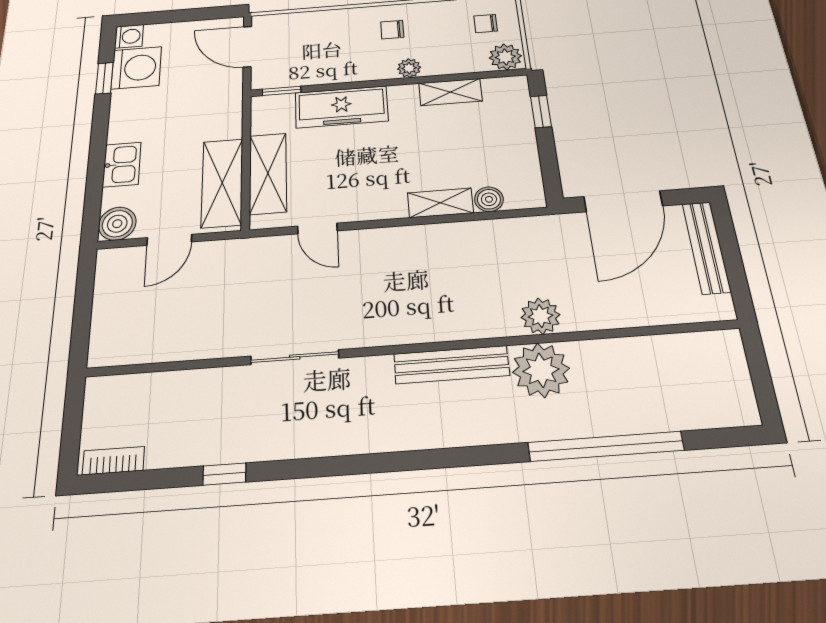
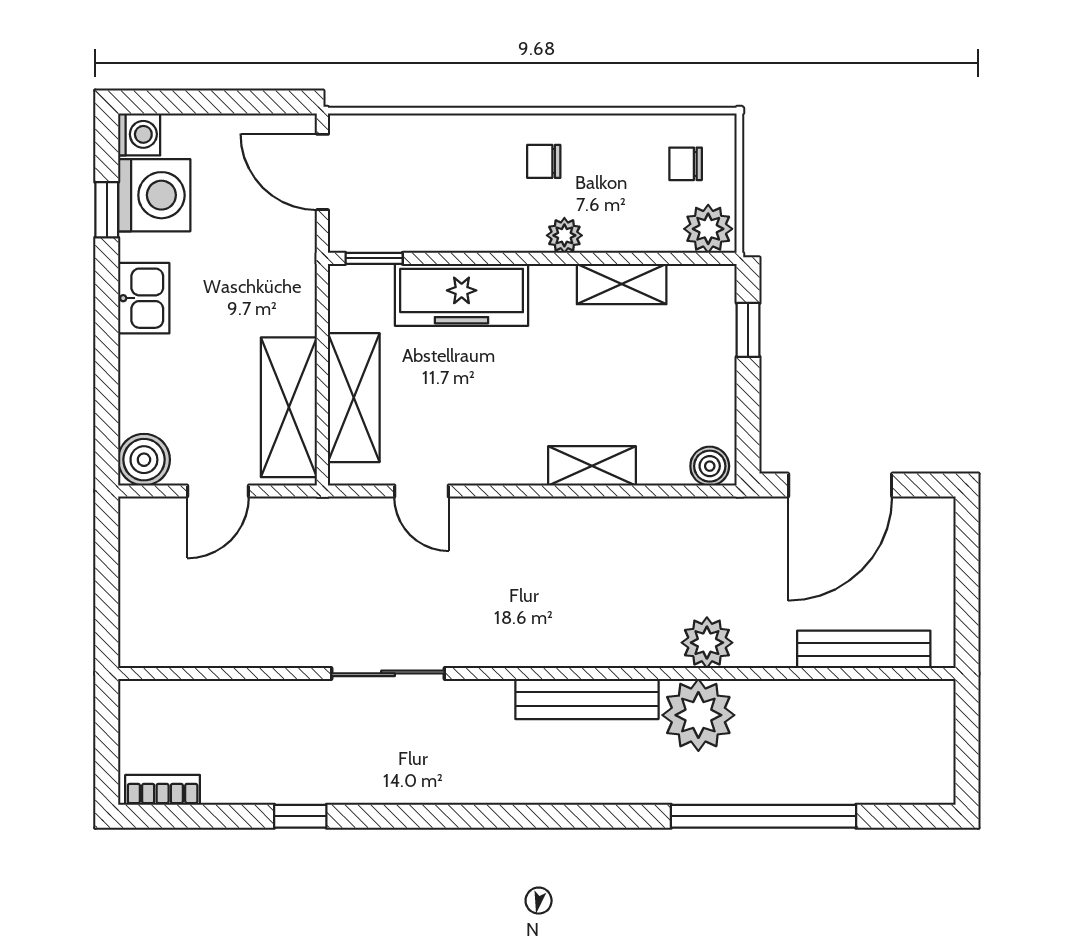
kitchen sink: (122, 164) -> (144, 298), moved
boiler: (489, 199) -> (710, 466), moved
bench: (706, 247) -> (864, 649), moved, turned 90

